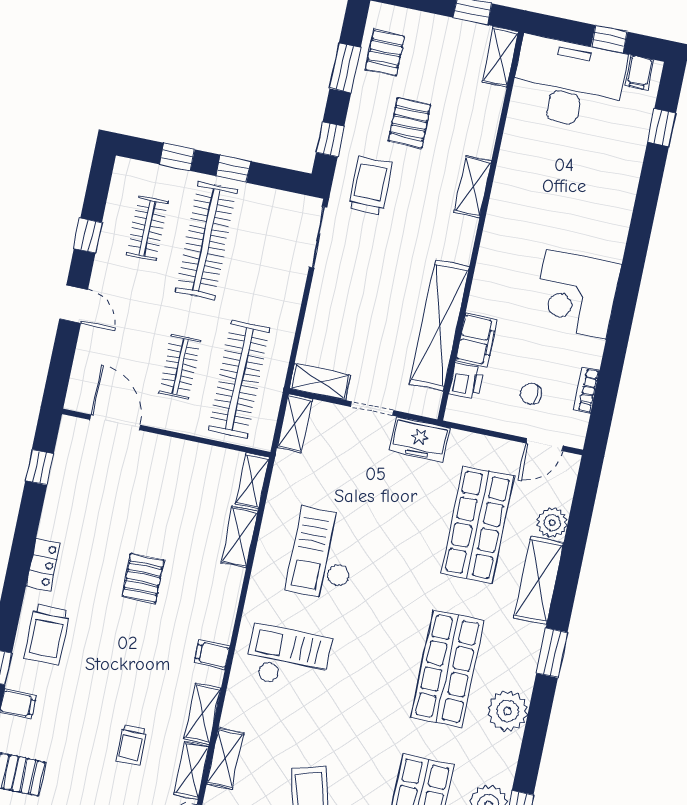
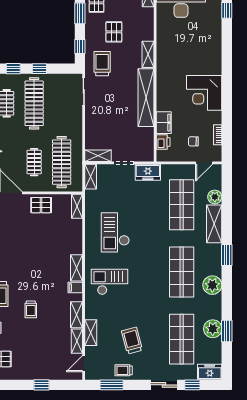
shelving: (439, 325) -> (146, 98), moved
shelving: (239, 537) -> (77, 268), moved
pallet: (143, 578) -> (41, 205), moved, turned 90
trolley: (131, 745) -> (31, 309), moved

